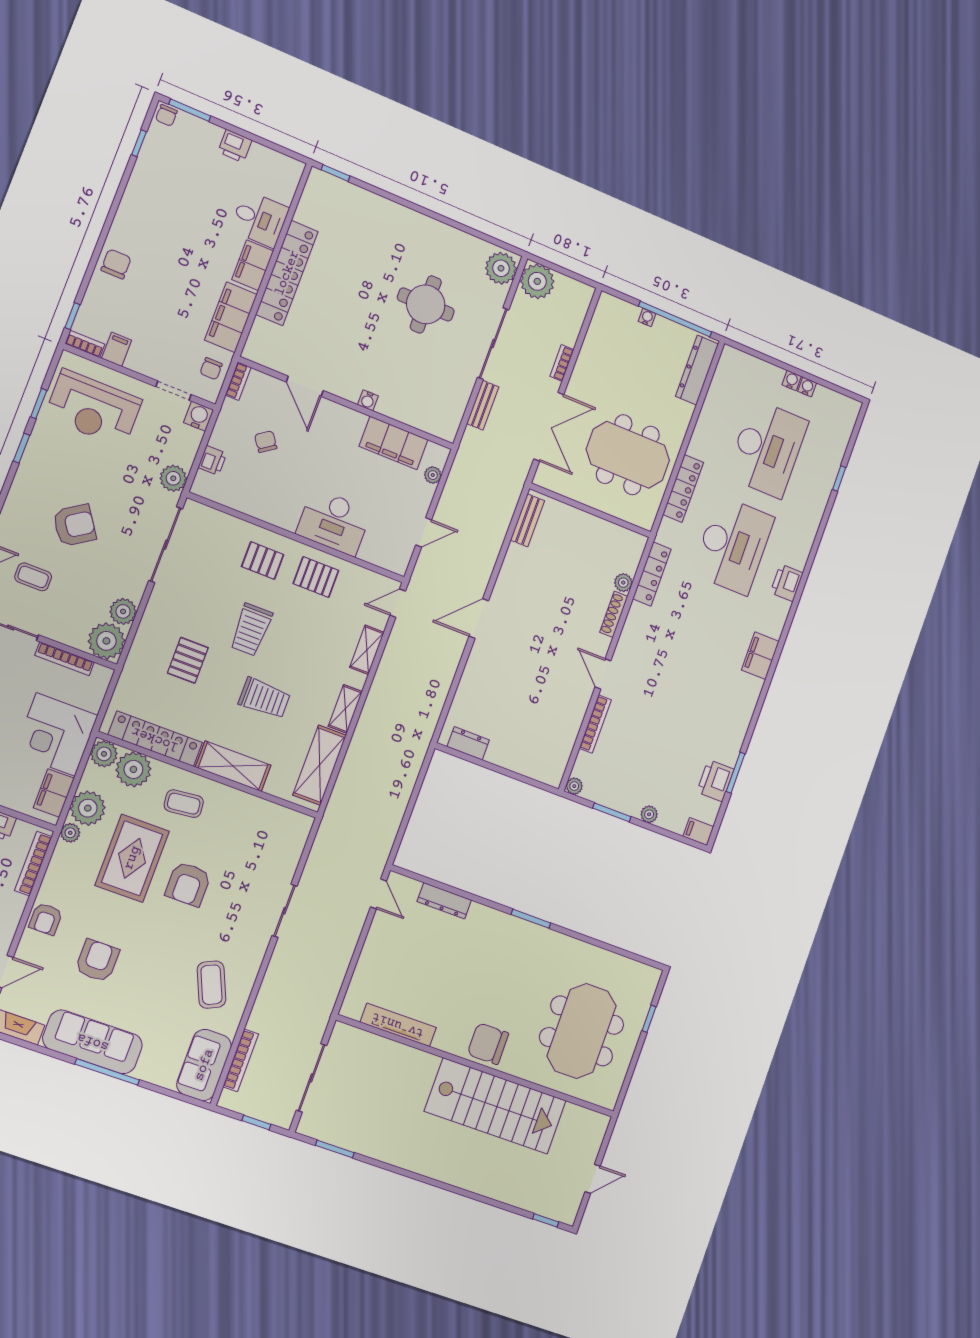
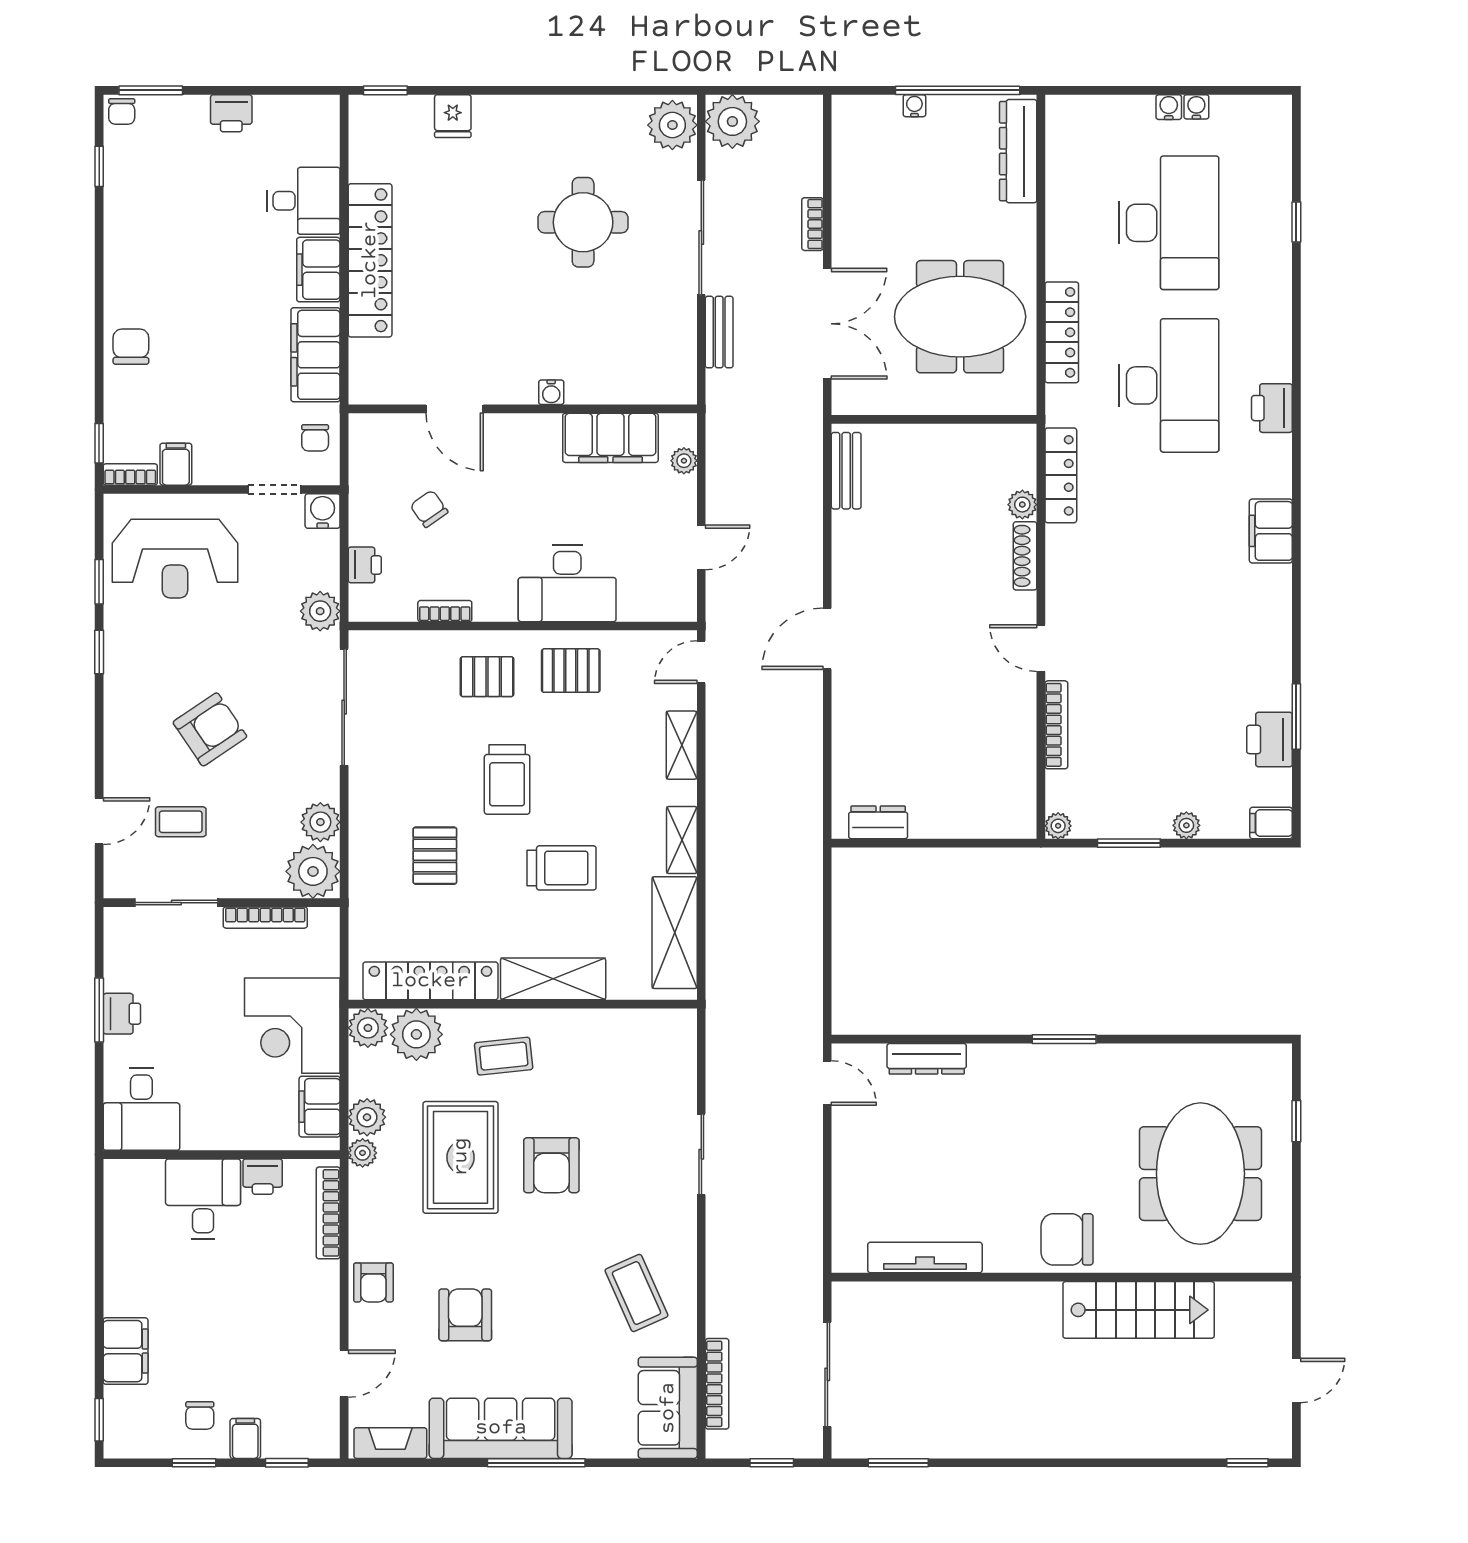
fridge: (371, 206) -> (453, 116), added
bookcase: (238, 381) -> (445, 611), moved, turned -90
plant: (88, 808) -> (367, 1117), width x0.73, depth x0.73
stairs: (495, 1106) -> (1139, 1310), width x0.73, depth x0.66

